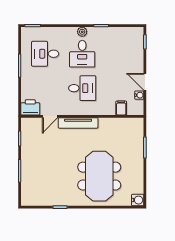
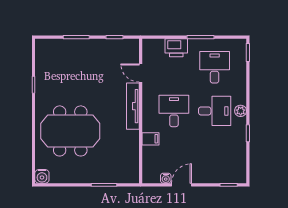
desk: (82, 54) -> (215, 111), turned 180
desk: (82, 88) -> (174, 111), turned 180
printer: (30, 107) -> (176, 48), moved, turned 90
filing cabinet: (121, 108) -> (150, 139), moved

